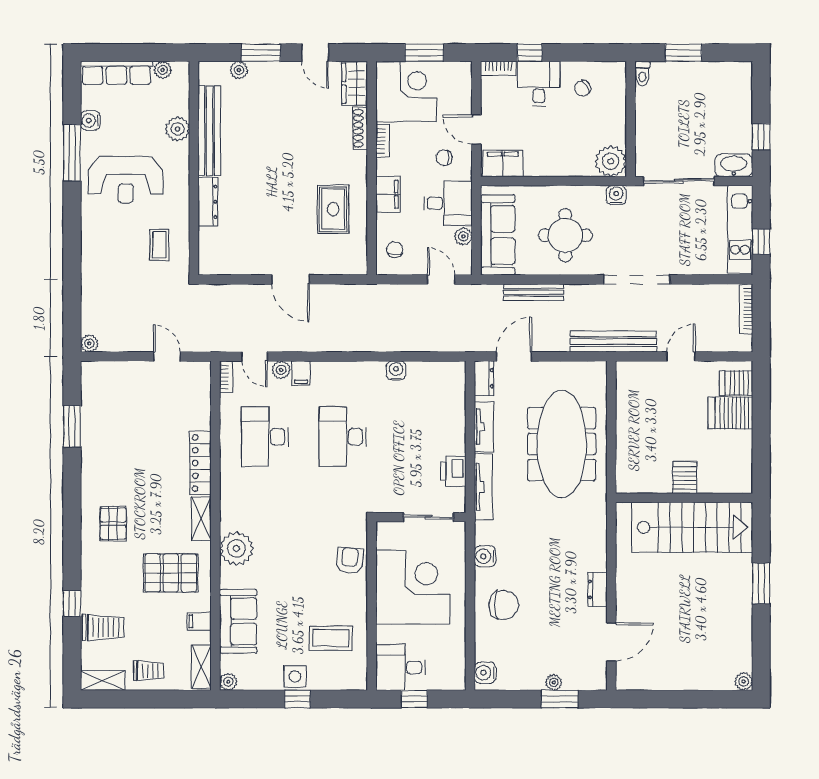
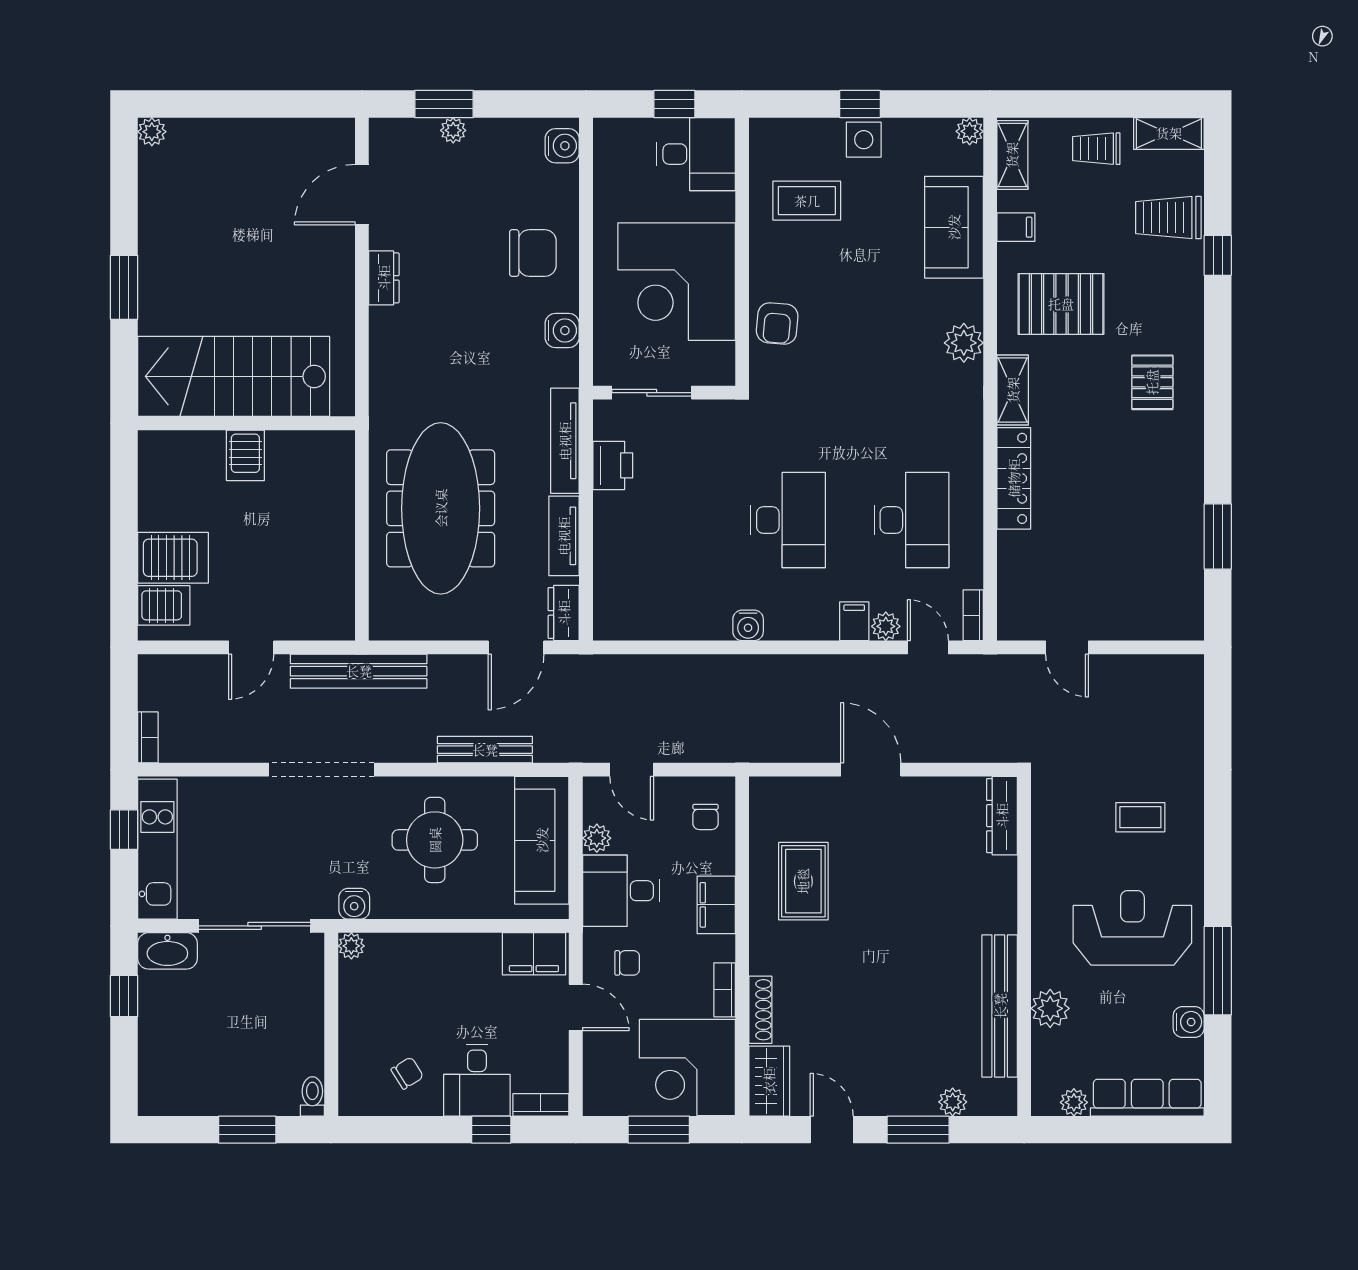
plant: (611, 161) -> (351, 946), width x0.53, depth x0.53
dresser: (208, 202) -> (1002, 816), moved
coffee table: (159, 245) -> (1140, 817), moved, turned 90
bookcase: (746, 309) -> (148, 737), width x0.64
plant: (89, 343) -> (1190, 668), removed
water cooler: (396, 370) -> (748, 625), moved
plant: (236, 548) -> (964, 343), width x0.73, depth x0.73
chair: (503, 605) -> (533, 253), turned 180

